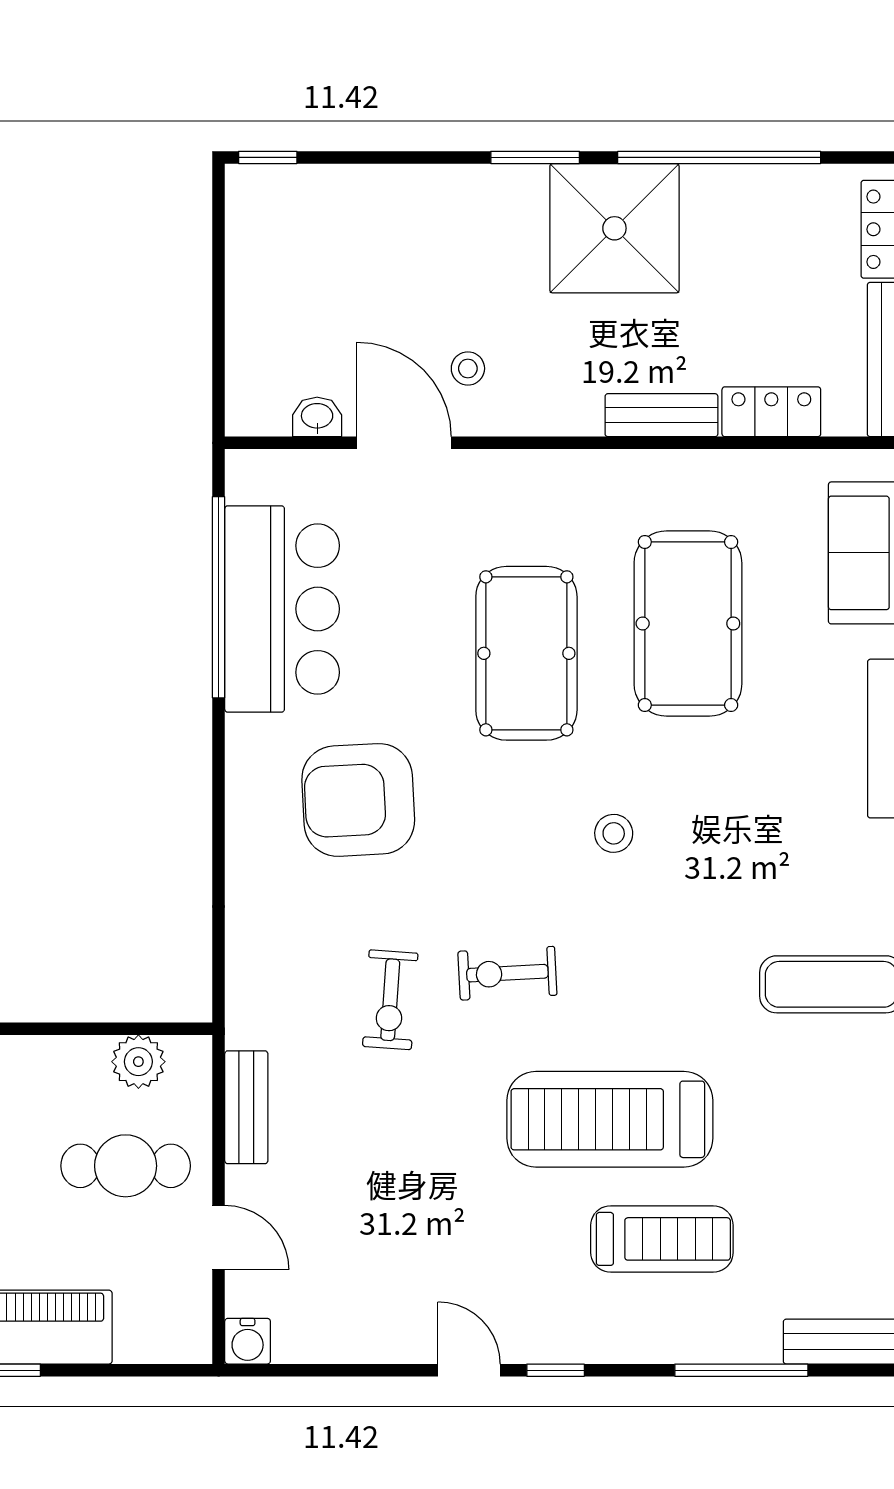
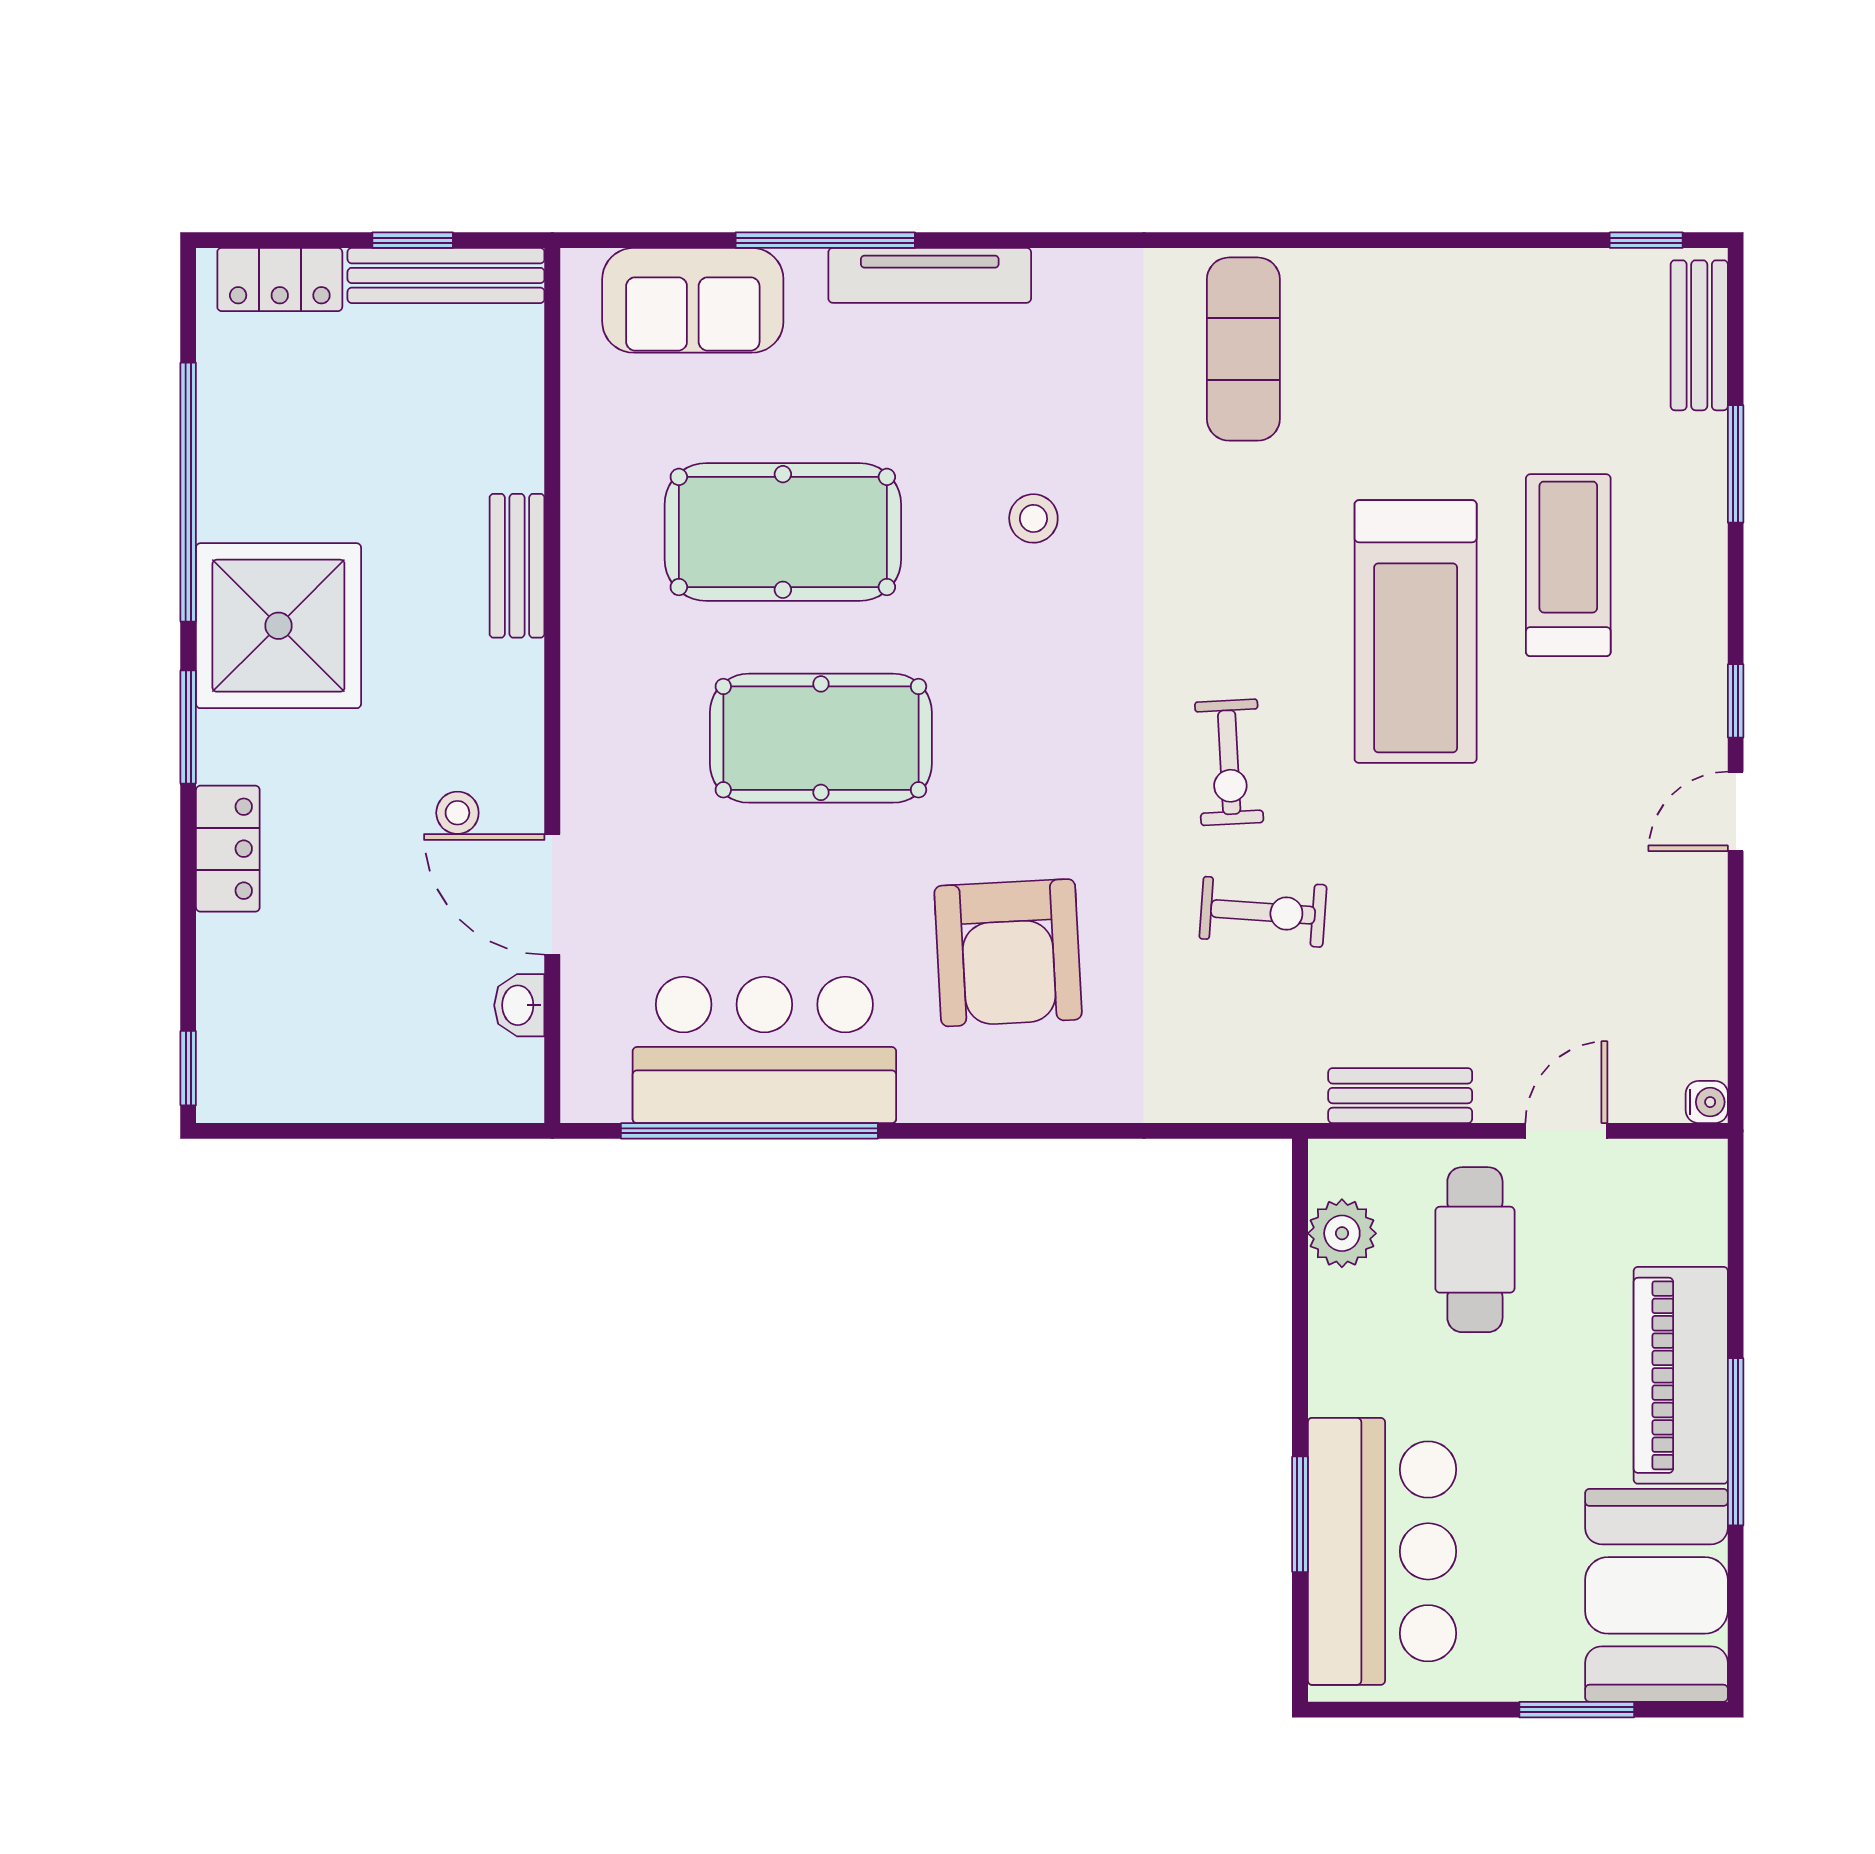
locker: (771, 412) -> (228, 849), moved, turned 180
door: (404, 443) -> (552, 894), hinge flipped
stool: (614, 833) -> (1033, 518), moved
water cooler: (248, 1341) -> (1707, 1102), width x0.72, depth x0.72
window: (741, 1370) -> (1736, 464), width x0.69

